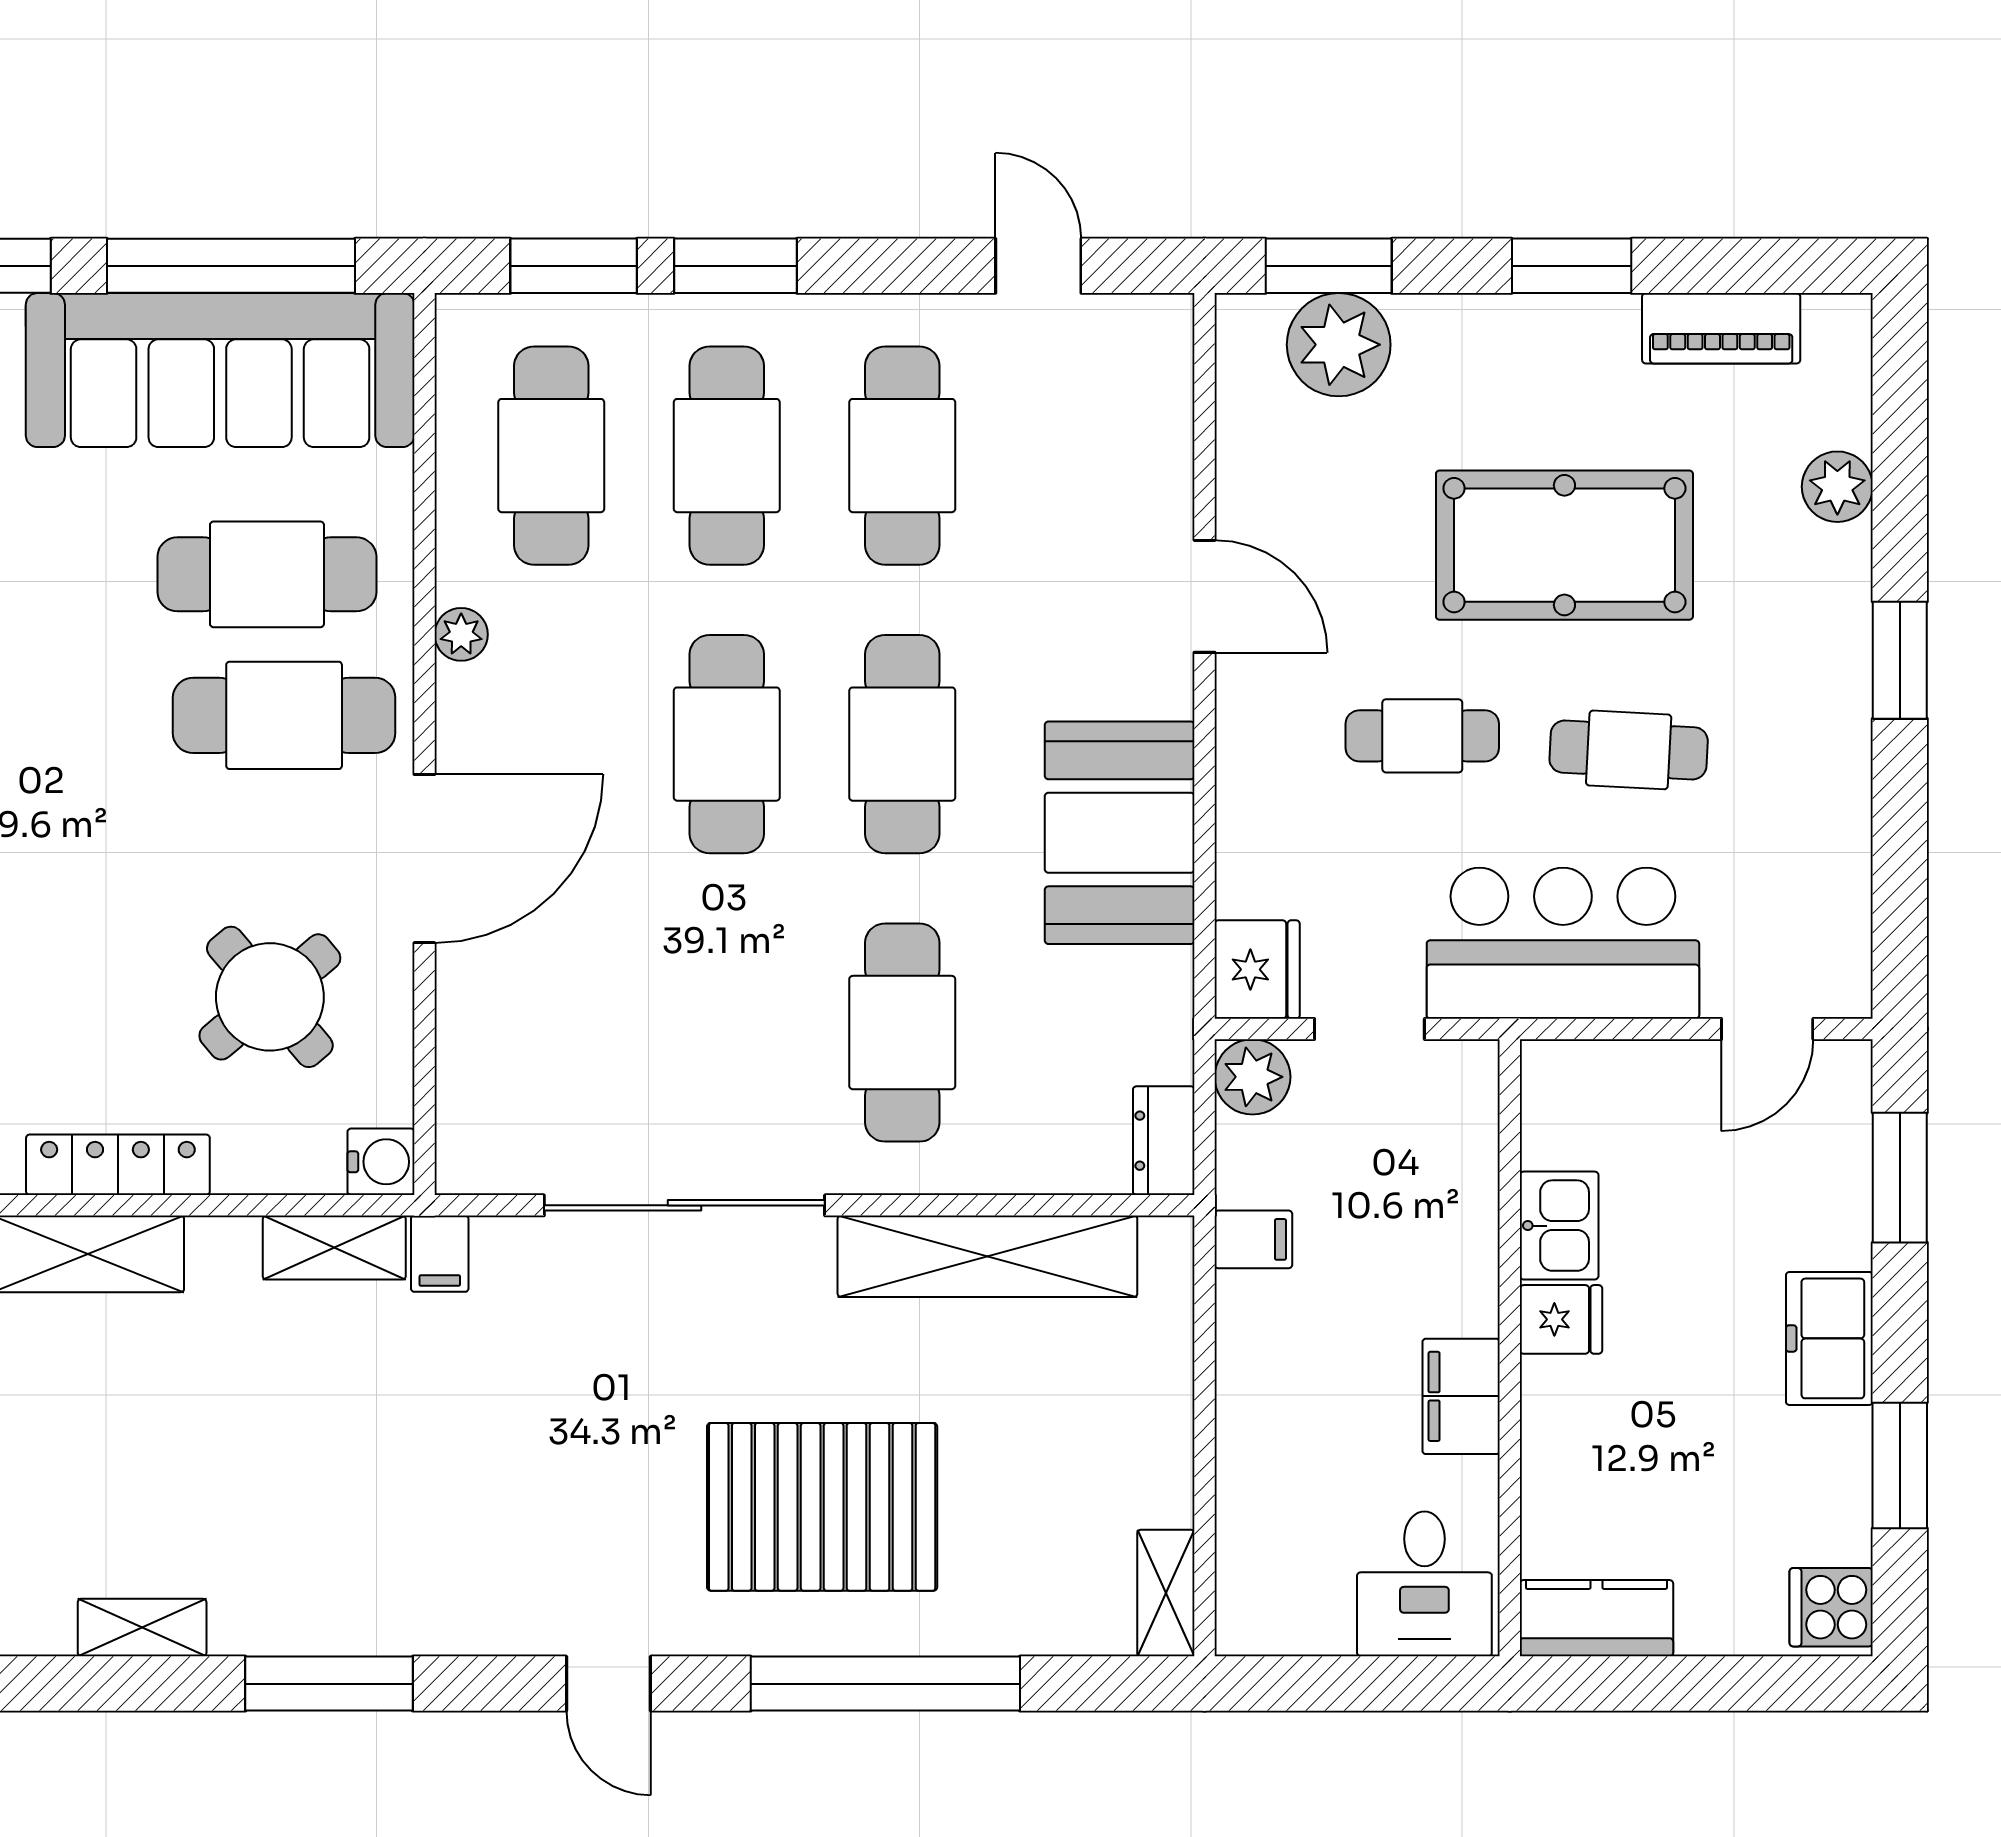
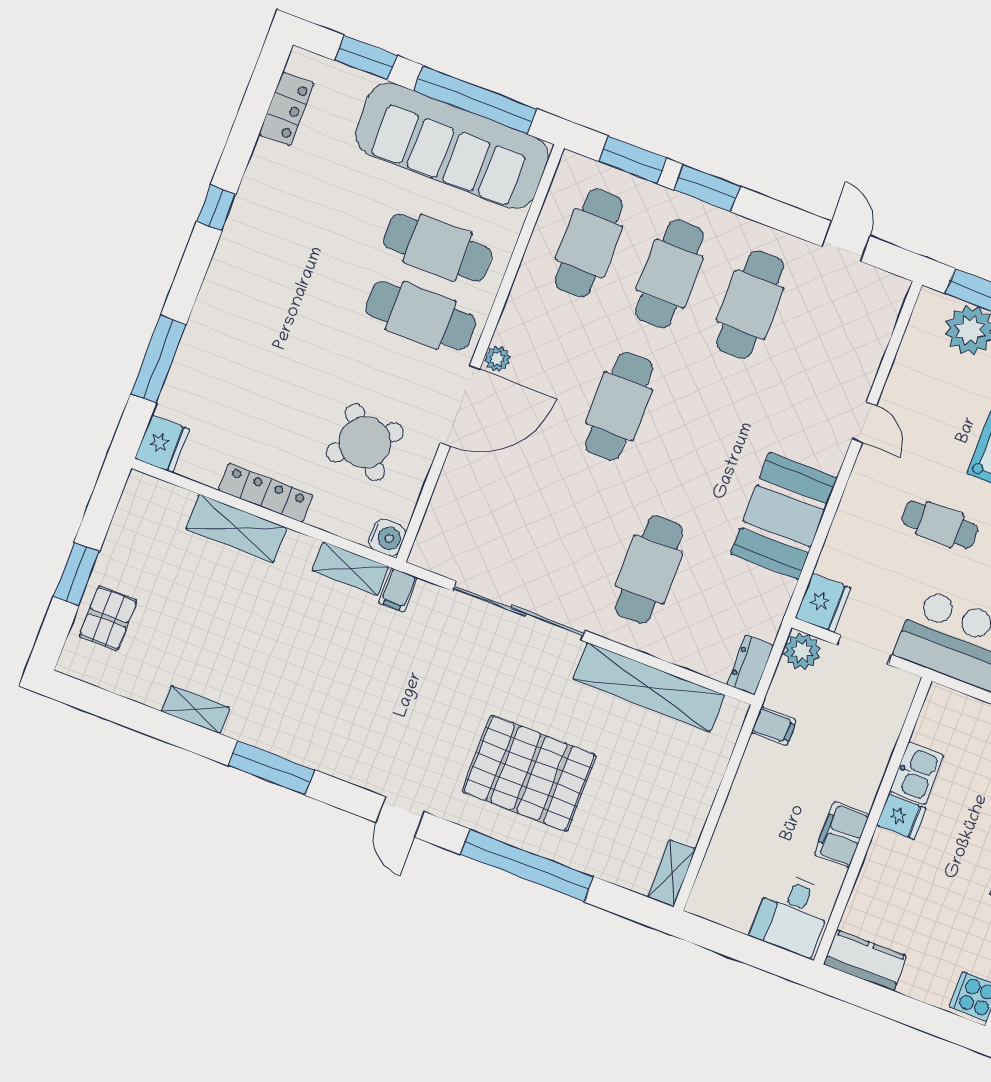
door: (1205, 596) -> (864, 422), width x0.73
plant: (461, 634) -> (497, 359), moved
cafe table: (902, 744) -> (700, 437), removed

